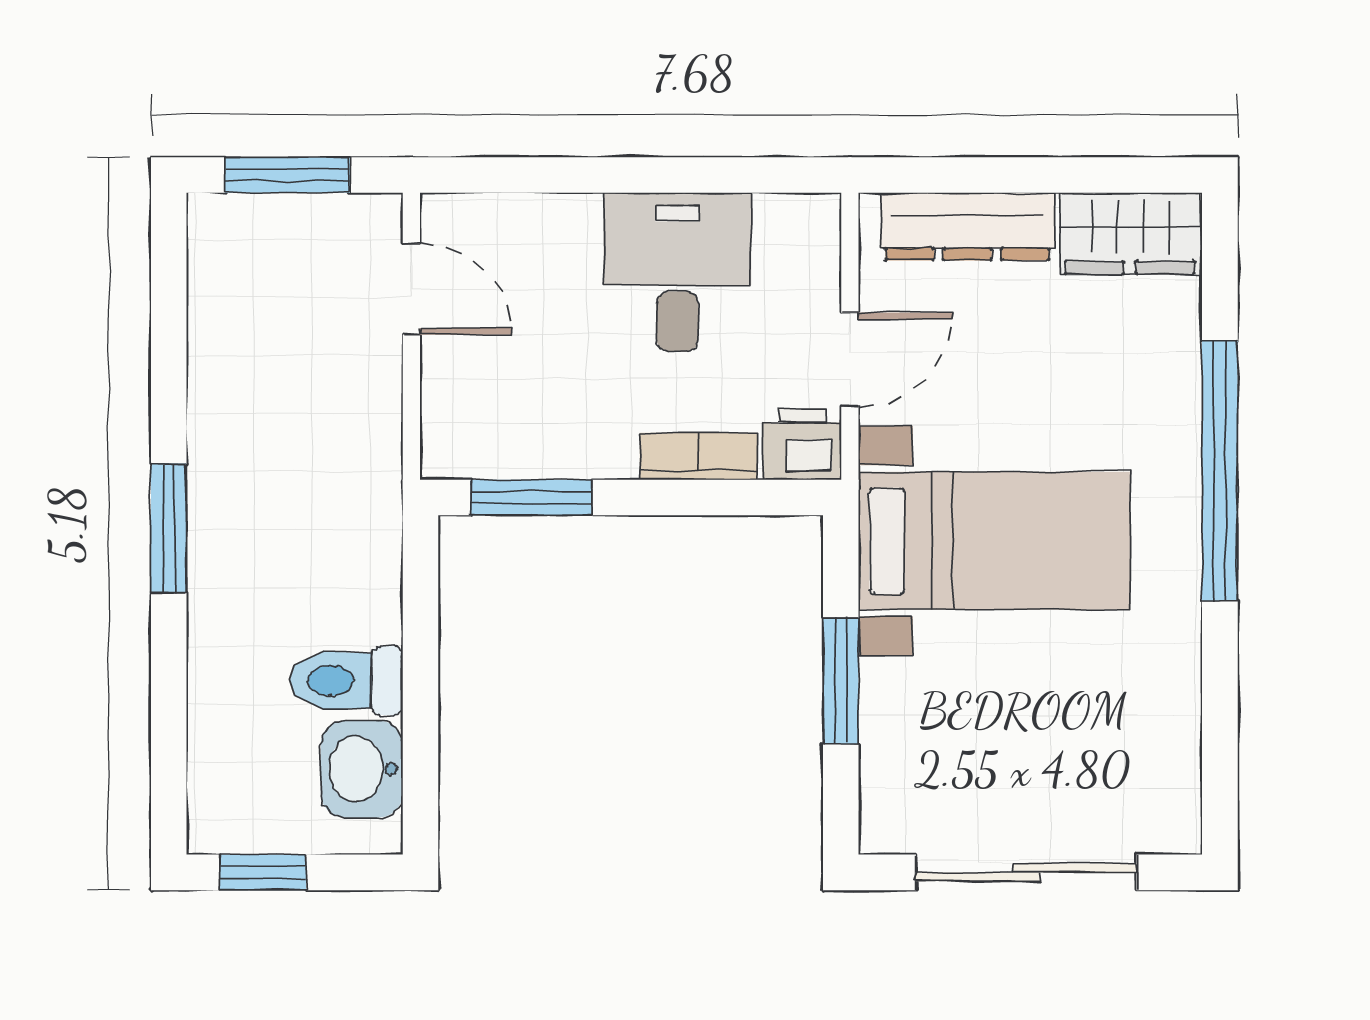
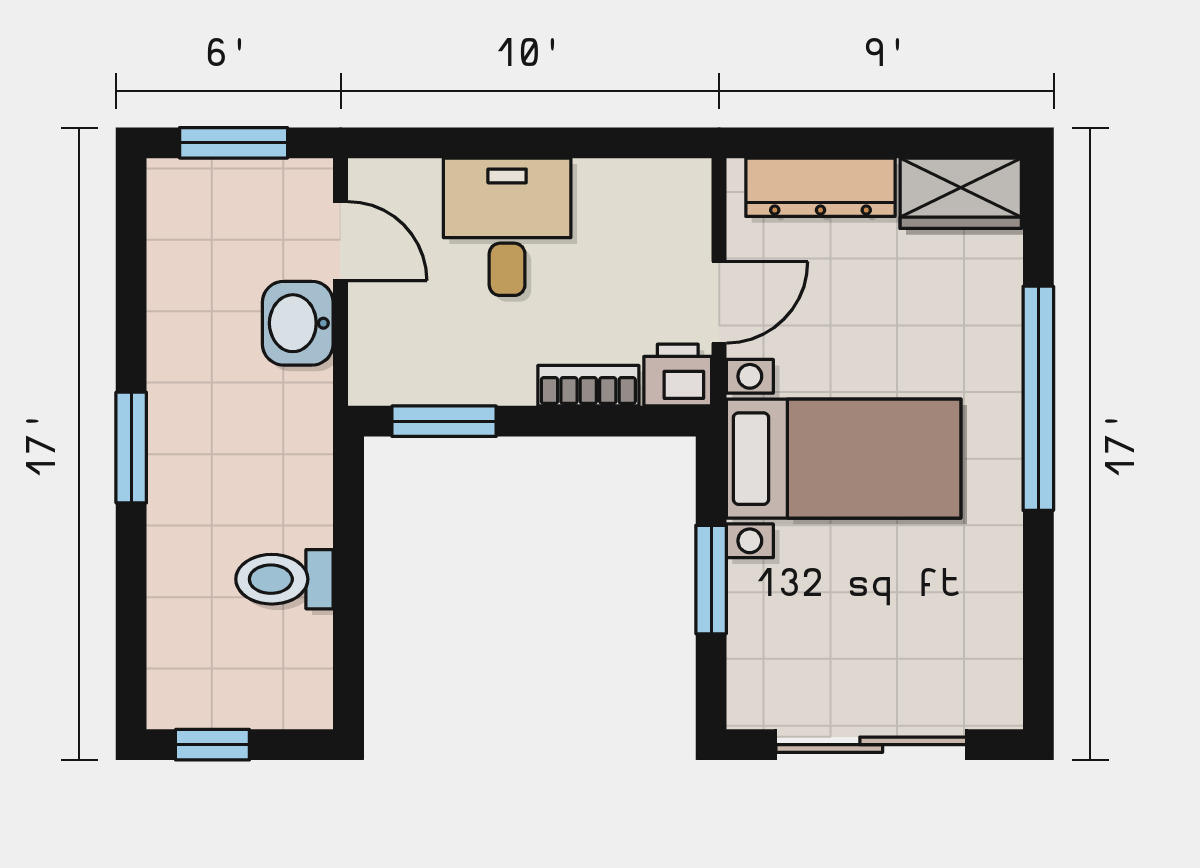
desk: (677, 272) -> (507, 227), moved
washbasin: (362, 769) -> (298, 323), moved

